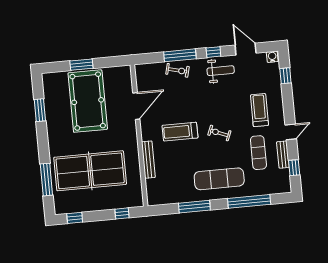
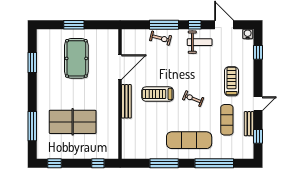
pool table: (88, 101) -> (76, 58), width x0.73, depth x0.76
bench: (148, 160) -> (126, 101), moved
table tennis table: (90, 171) -> (73, 122), width x0.73, depth x0.76

